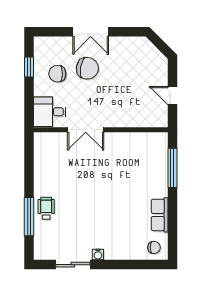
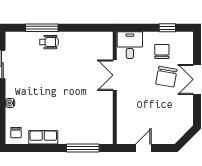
water cooler: (98, 255) -> (10, 103), moved

